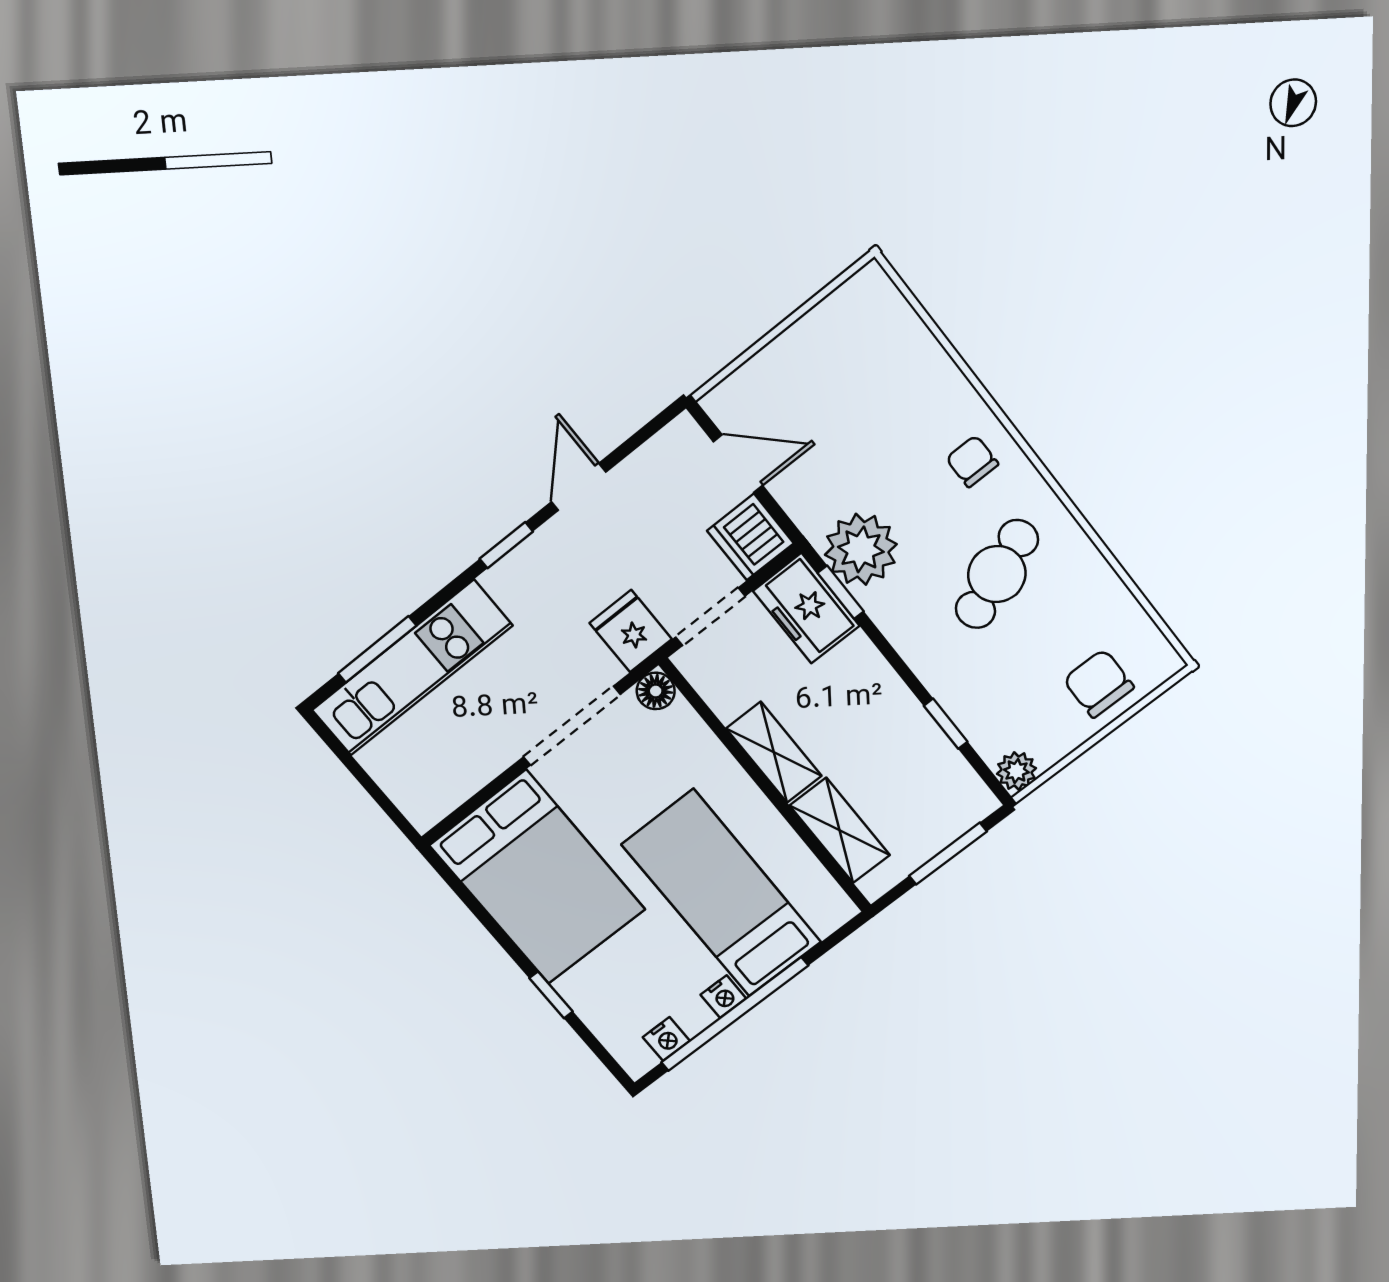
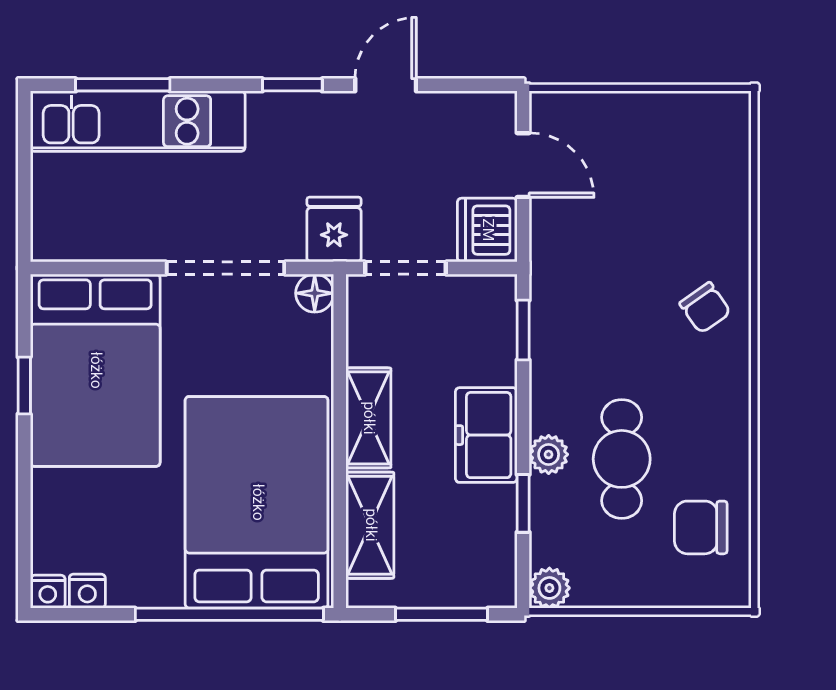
chair: (972, 461) -> (705, 308), turned 145
plant: (861, 549) -> (549, 454), moved, width x0.53, depth x0.53
cafe table: (997, 574) -> (622, 459), moved, turned -68
freezer: (806, 608) -> (486, 435), moved
chair: (1099, 683) -> (701, 527), moved, turned -90
bed: (722, 893) -> (257, 502), width x1.50
window: (551, 995) -> (24, 385), moved
nightstand: (723, 996) -> (48, 592), moved
window: (734, 1014) -> (229, 614), moved

